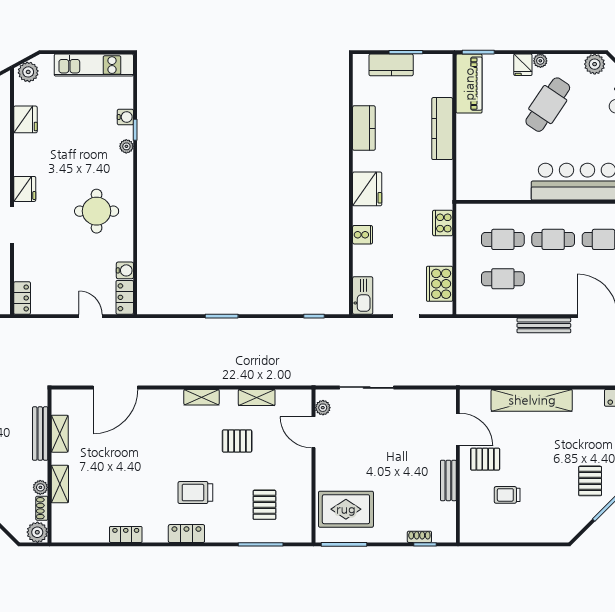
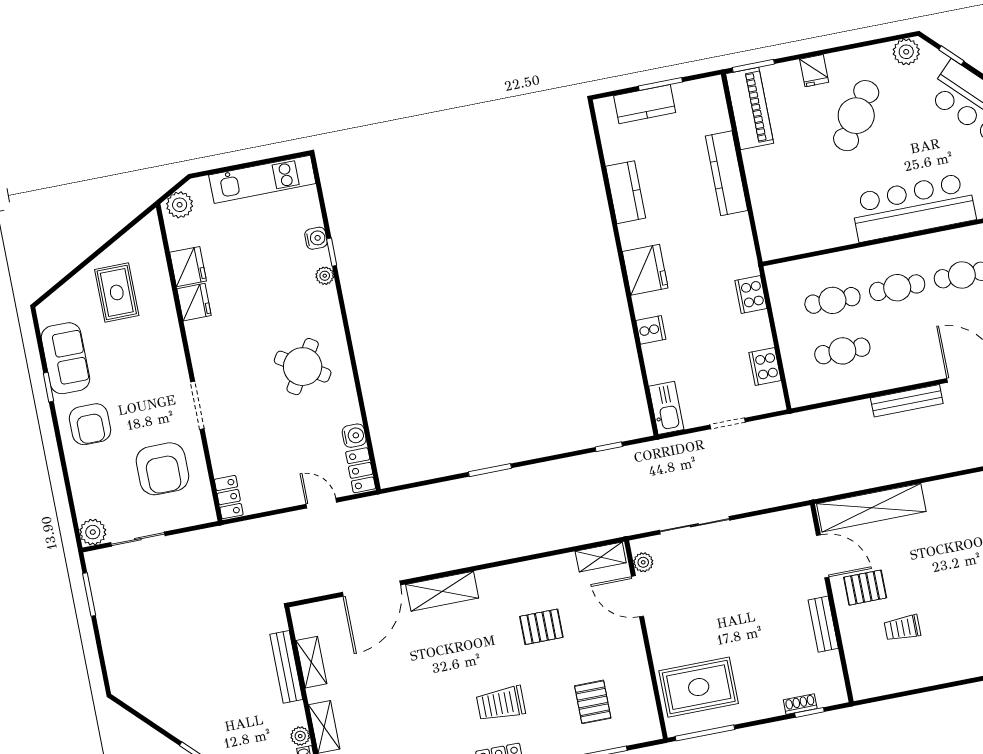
plant: (540, 61) -> (835, 61), removed
fridge: (25, 189) -> (194, 302), moved
round table: (97, 211) -> (303, 367), turned 32
cooker: (440, 284) -> (765, 367), width x0.73, depth x0.76
shelving: (202, 397) -> (442, 591), moved, width x1.50, depth x1.33
shelving: (257, 397) -> (601, 557), moved
shelving: (532, 400) -> (871, 508), moved

